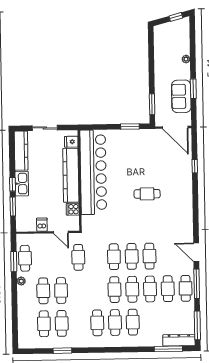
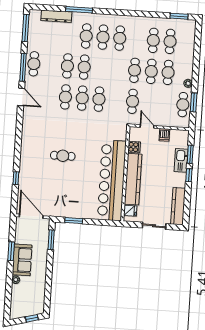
window: (176, 17) -> (32, 318), moved
sofa: (181, 96) -> (22, 260), moved
kitchen sink: (22, 184) -> (181, 160), moved
cafe table: (168, 289) -> (51, 65), removed
cafe table: (114, 290) -> (134, 70), moved
dresser: (179, 340) -> (56, 16), moved
window: (168, 349) -> (79, 10), moved
window: (62, 351) -> (179, 16), moved

